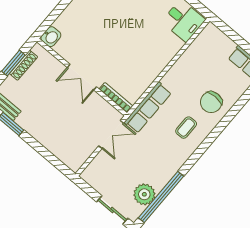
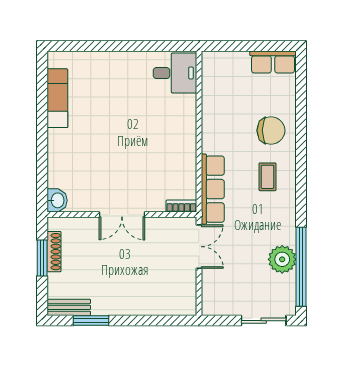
bookcase: (116, 98) -> (181, 206), width x0.64
chair: (211, 102) -> (271, 130), turned -90
plant: (144, 194) -> (282, 259), moved

